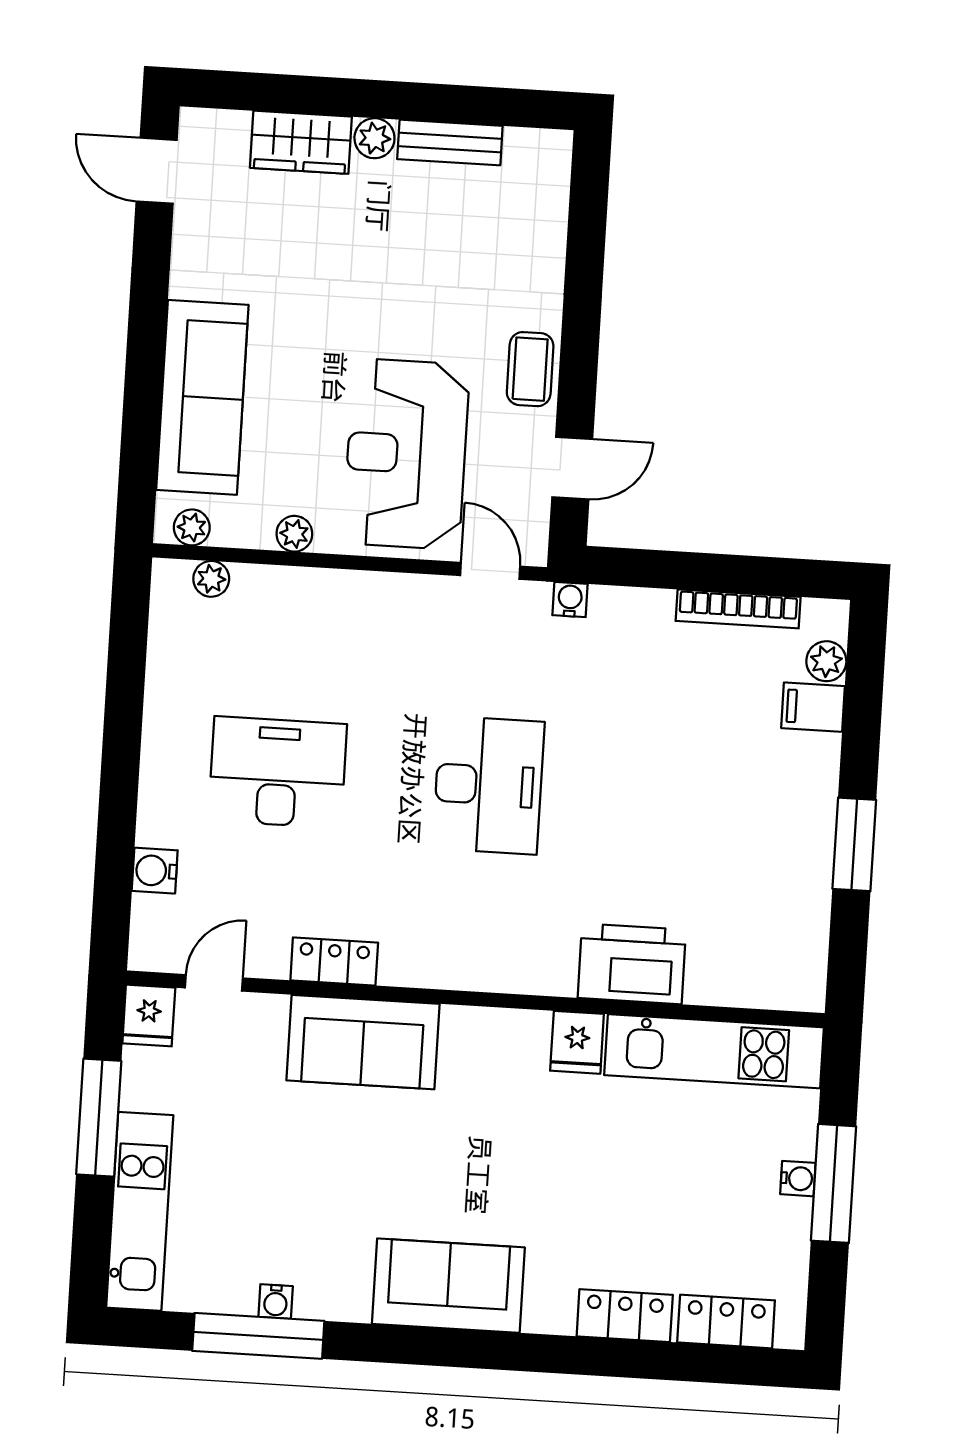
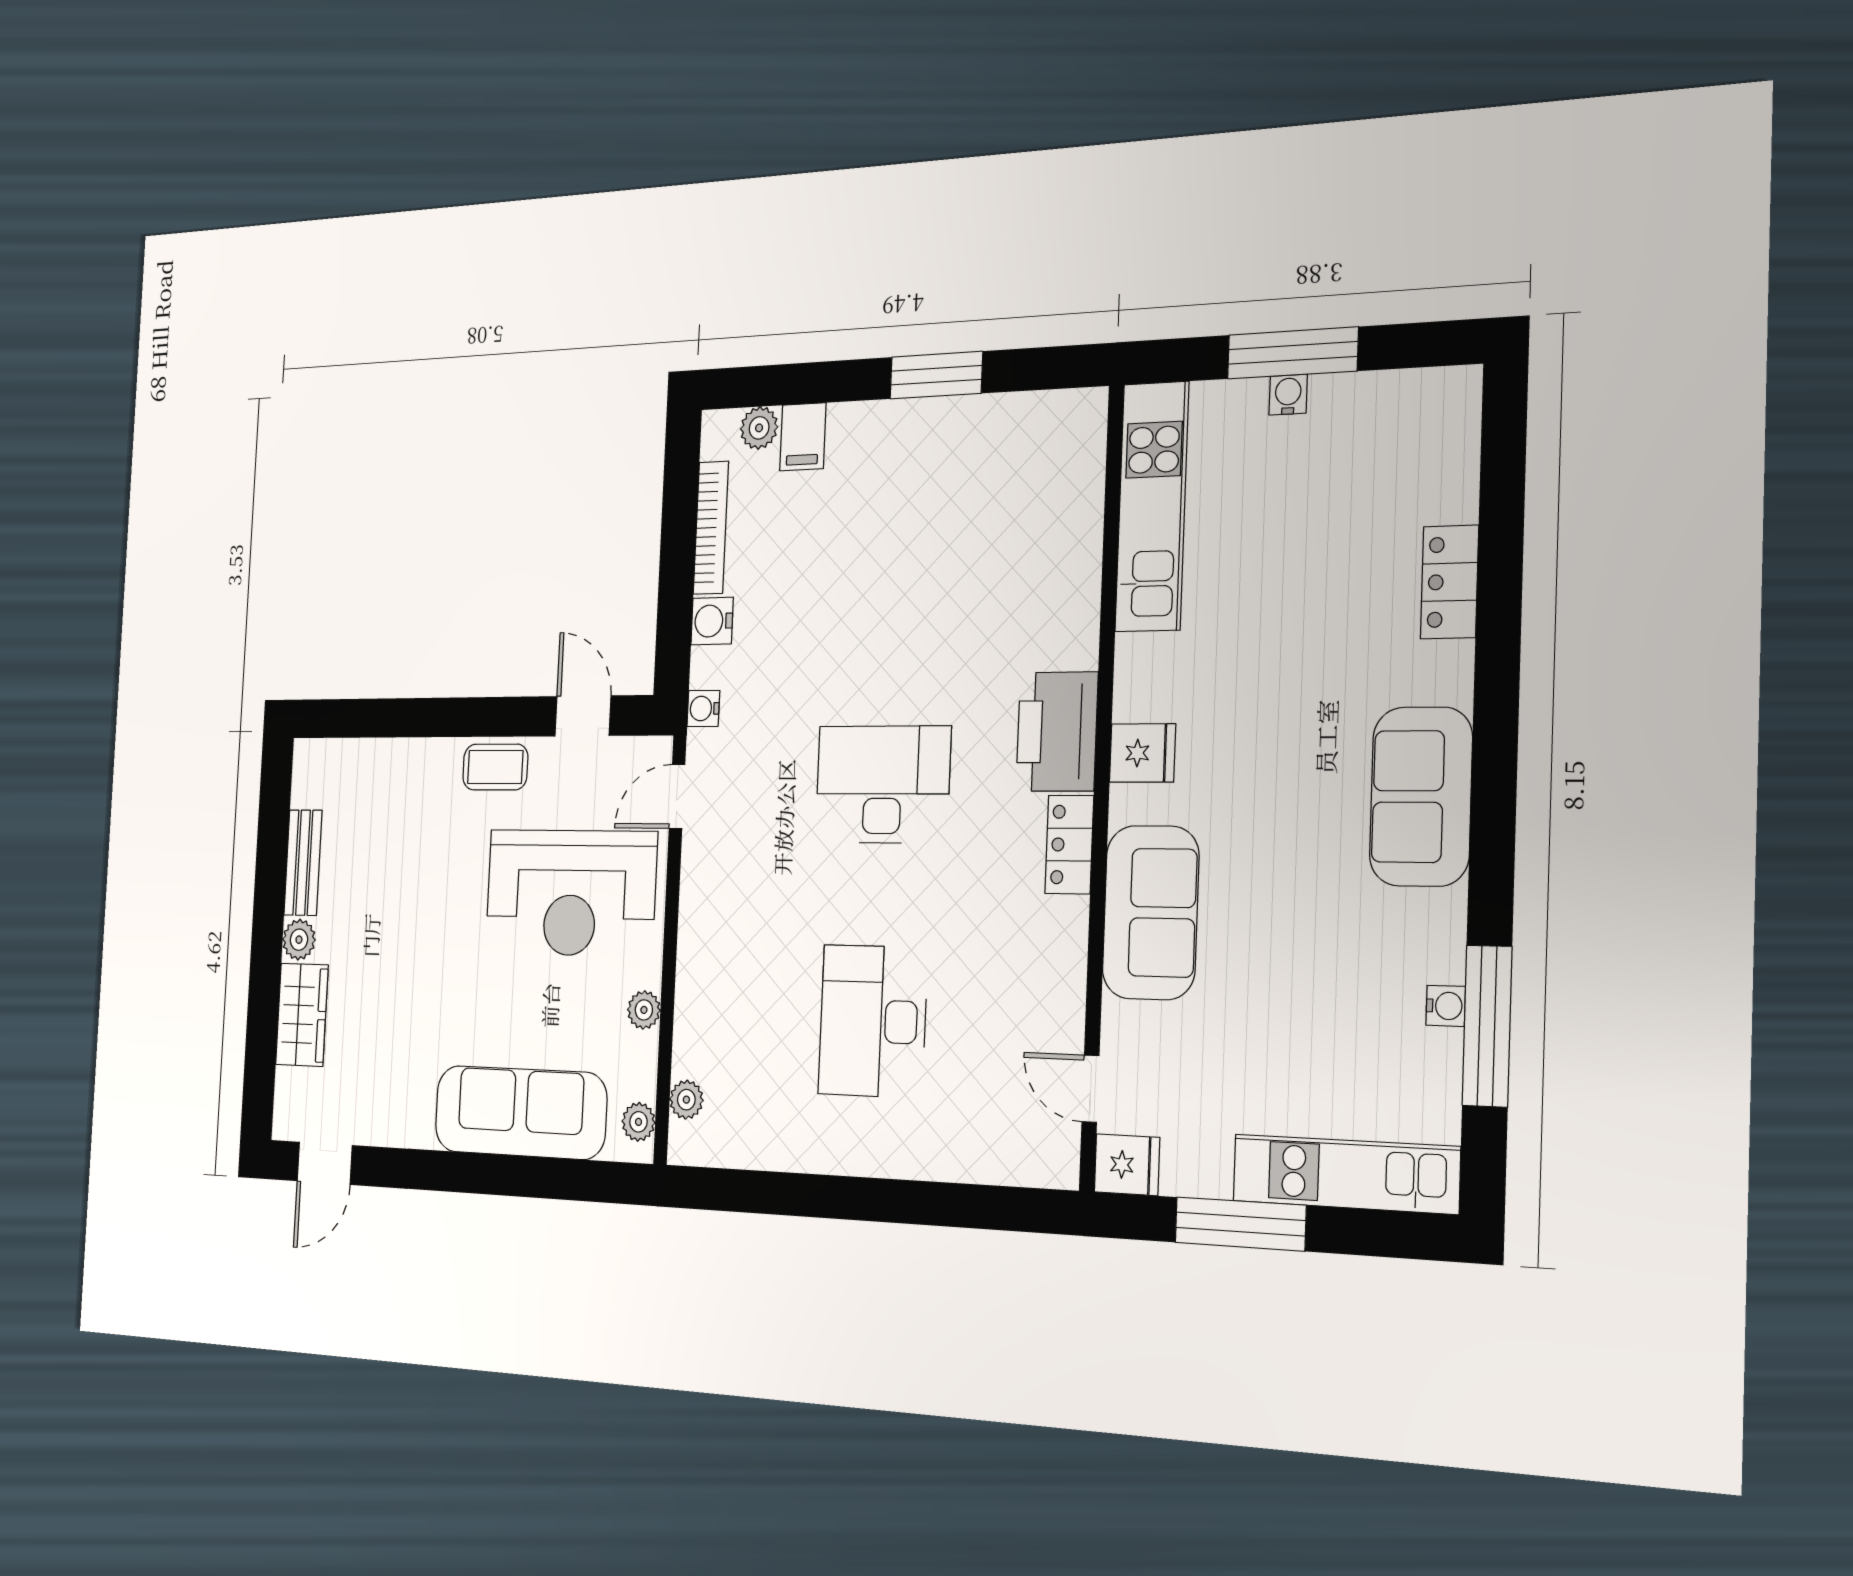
water cooler: (155, 871) -> (712, 621), moved, turned 90
locker: (334, 961) -> (1069, 845), moved
printer: (632, 964) -> (1057, 732), moved
fridge: (577, 1042) -> (1142, 753), moved
locker: (726, 1321) -> (1453, 460), removed

